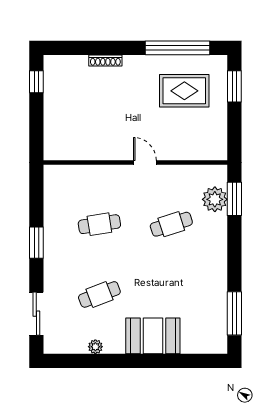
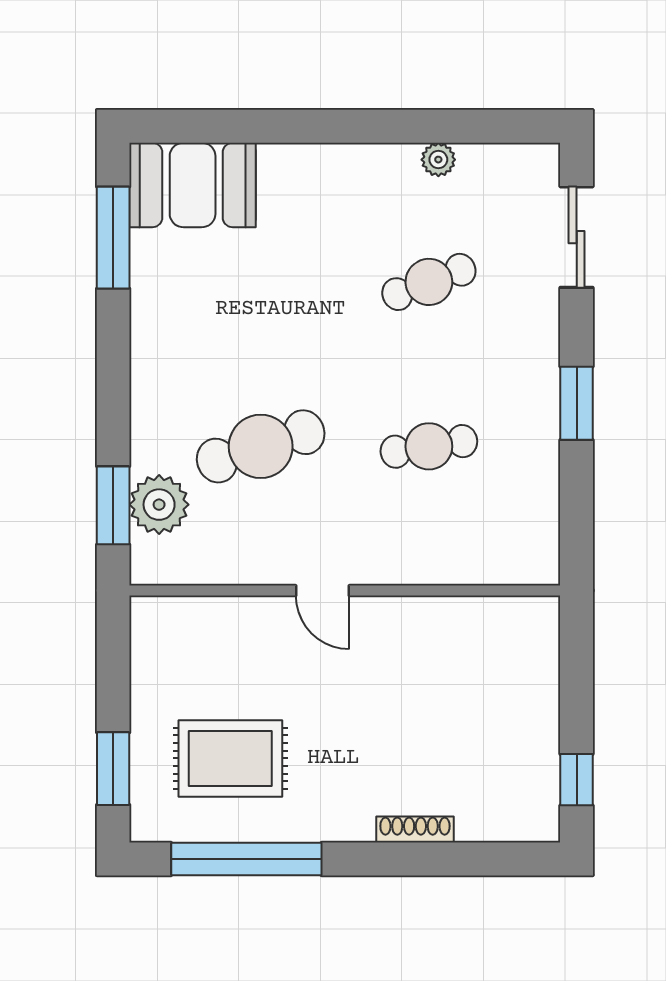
cafe table: (171, 224) -> (261, 446), width x1.37, depth x1.35
booth: (153, 336) -> (193, 185), moved

